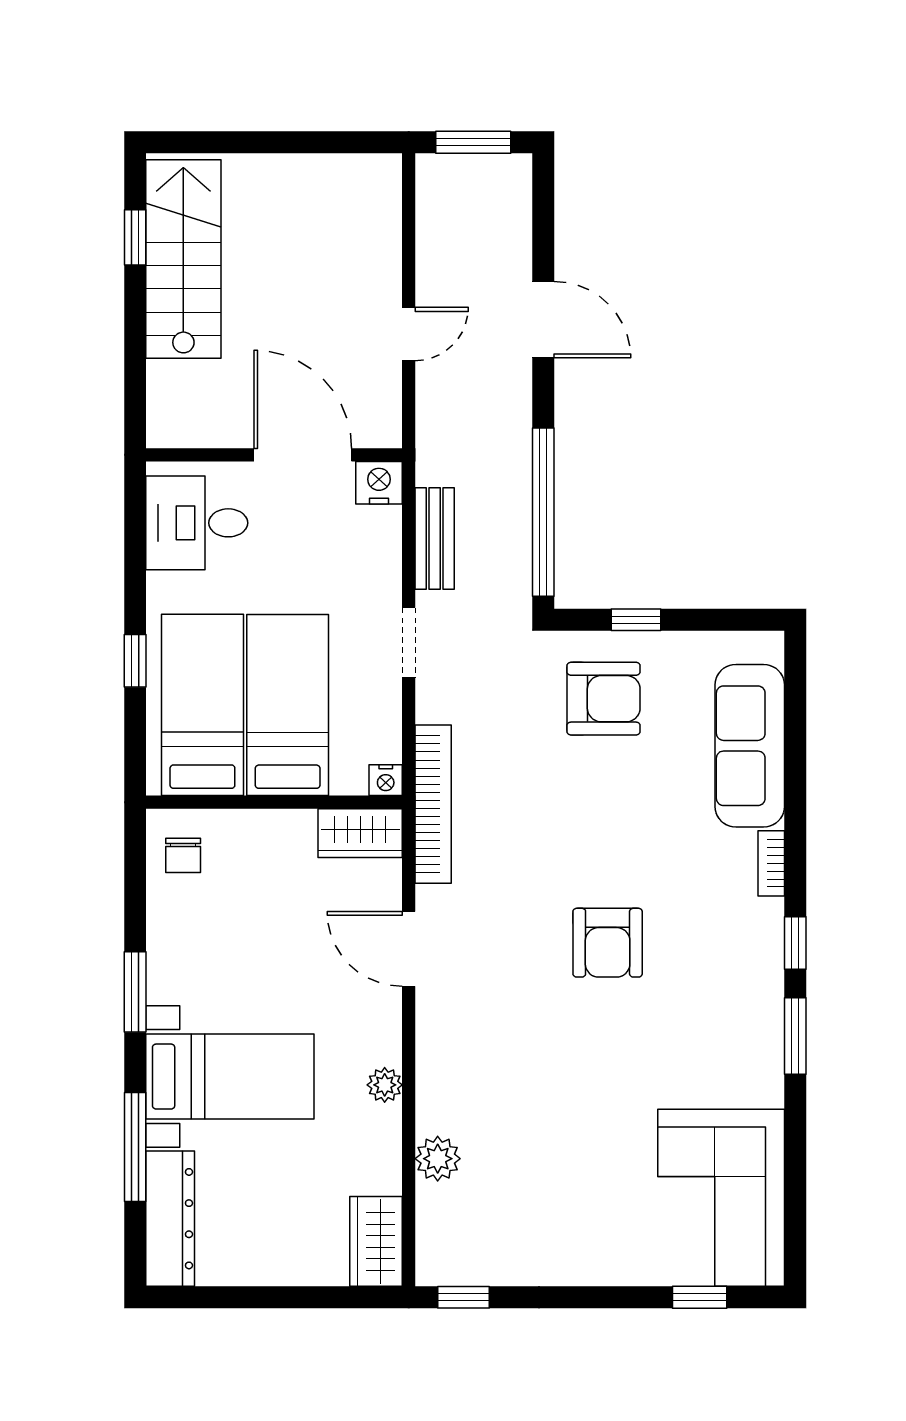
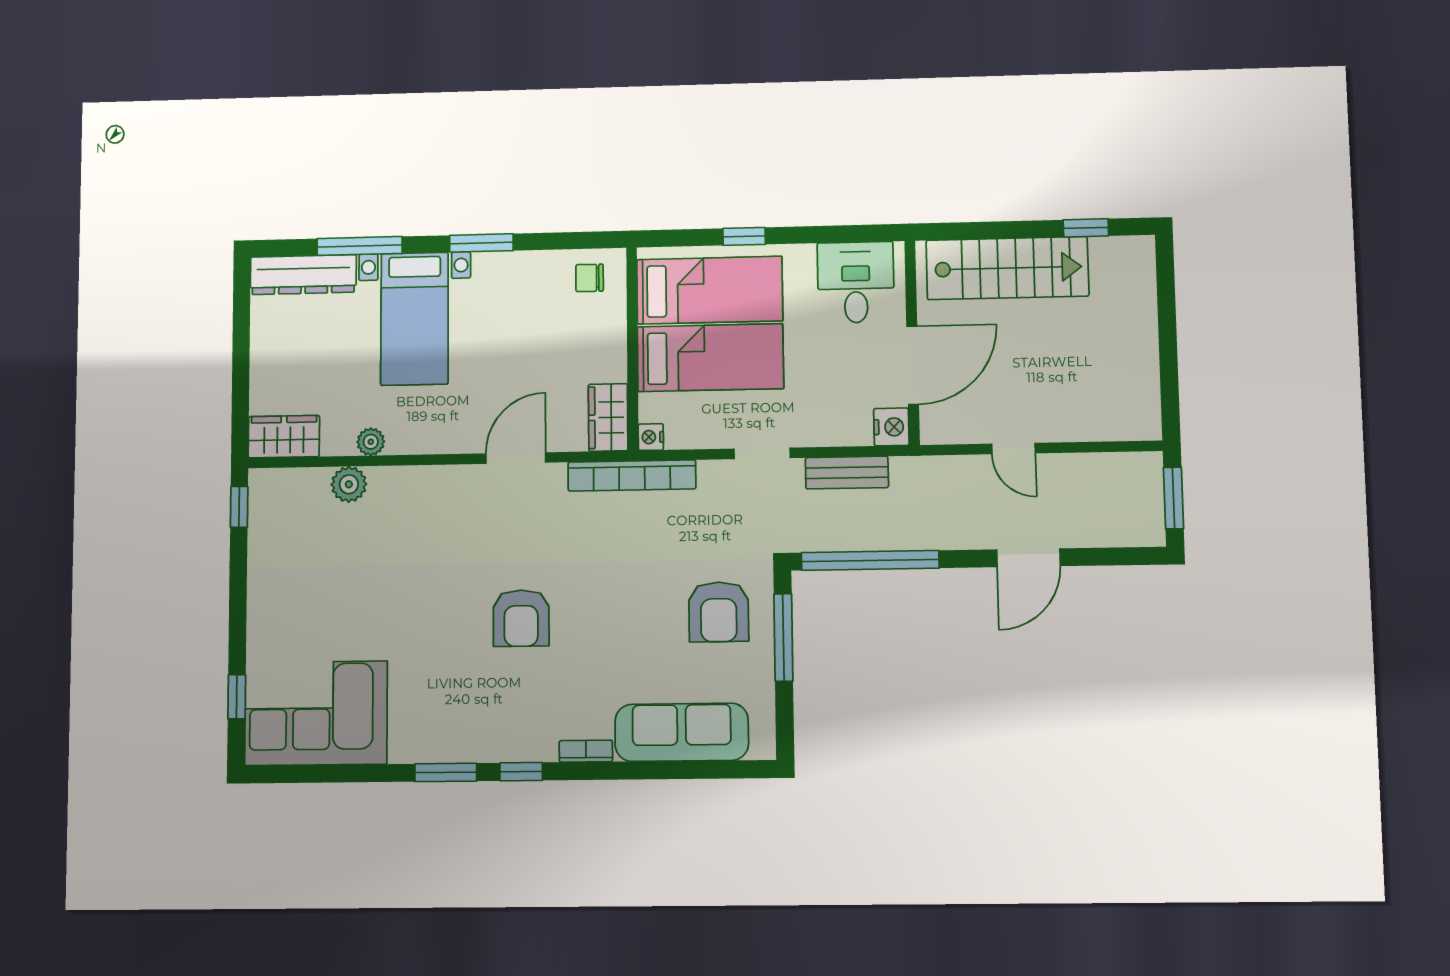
stairs: (183, 259) -> (1007, 268), moved
window: (636, 620) -> (783, 638), width x2.17
armchair: (608, 943) -> (521, 618), turned -90
plant: (385, 1085) -> (371, 442), moved

